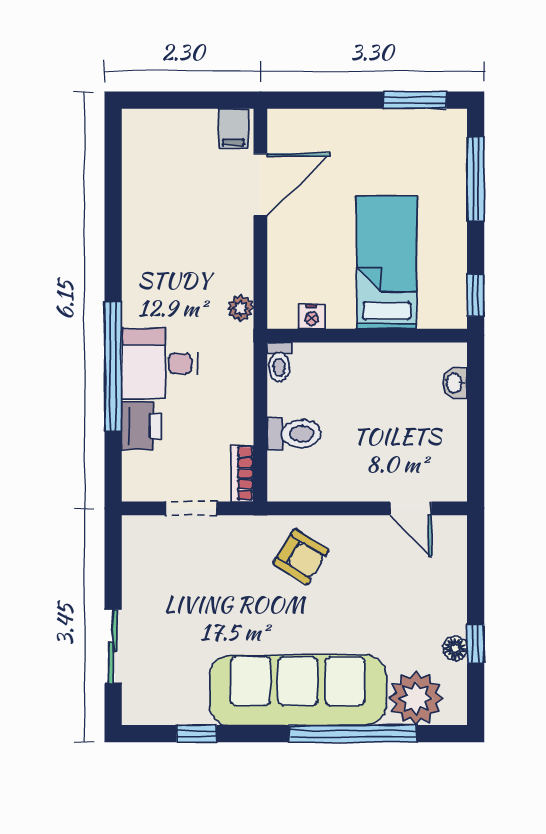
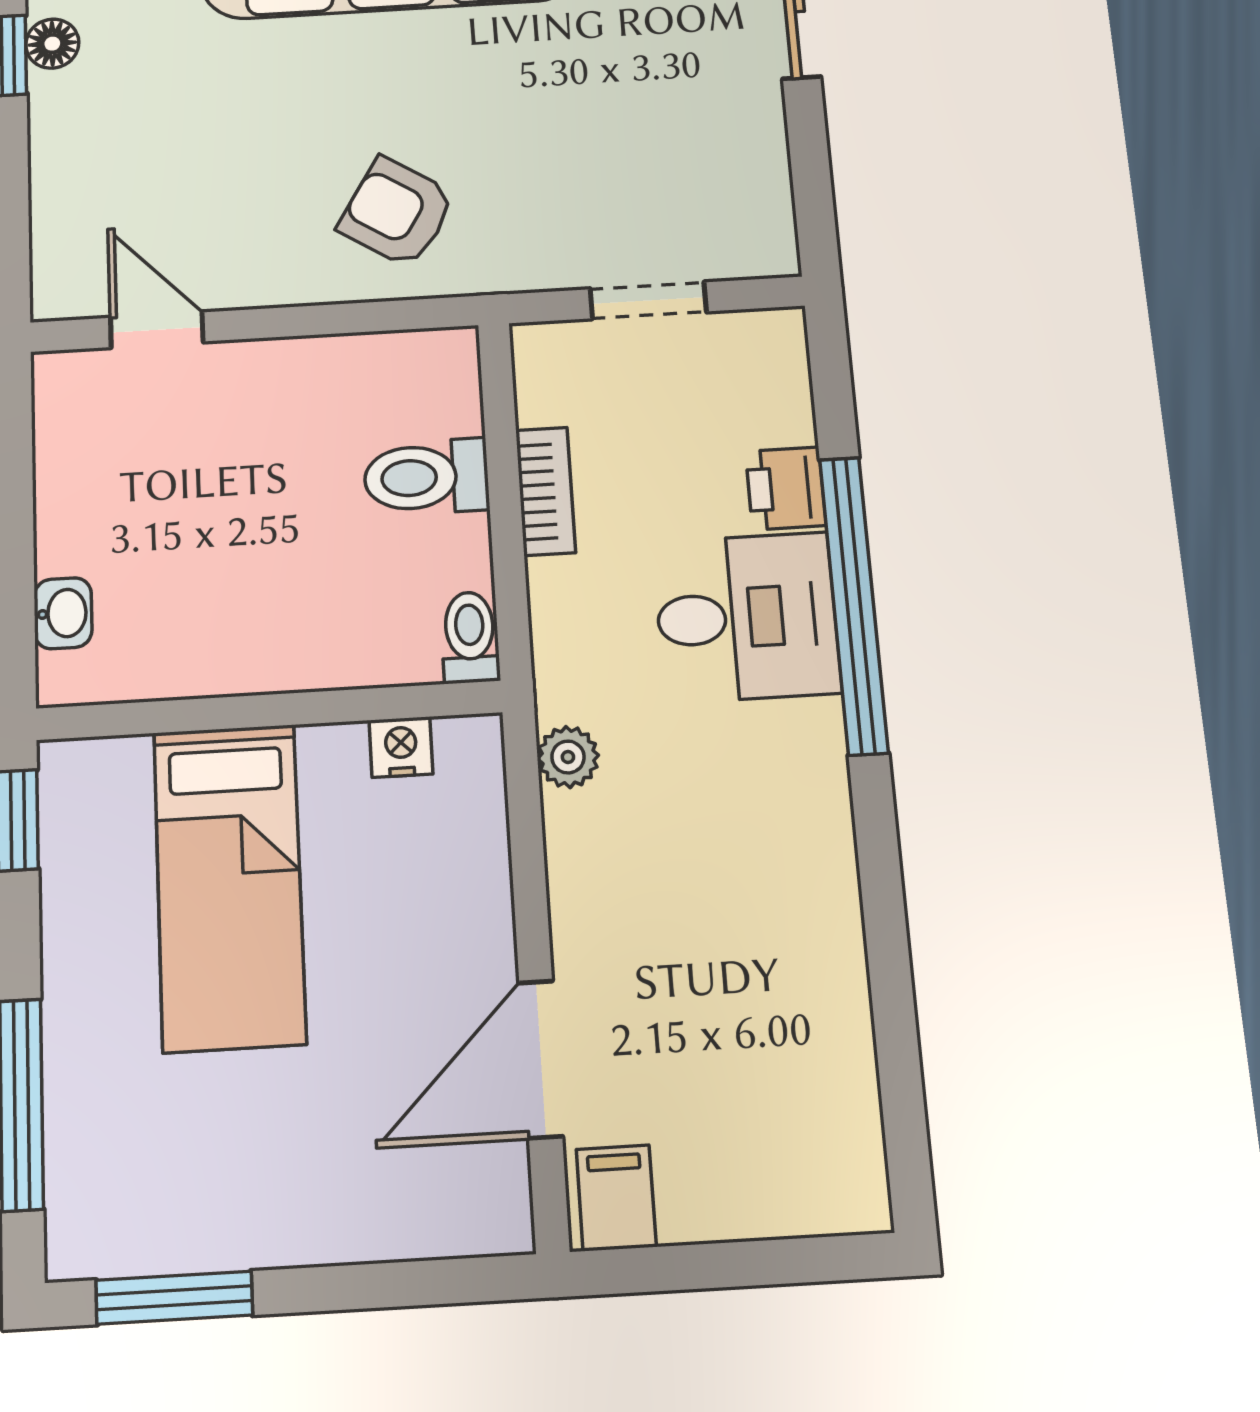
printer: (141, 426) -> (786, 488), width x0.73, depth x0.81
bookcase: (242, 473) -> (546, 491), moved

